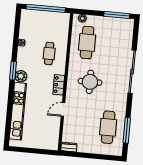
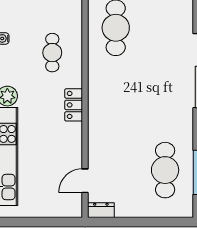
round table: (90, 82) -> (127, 95), removed
door: (63, 109) -> (85, 181), moved

